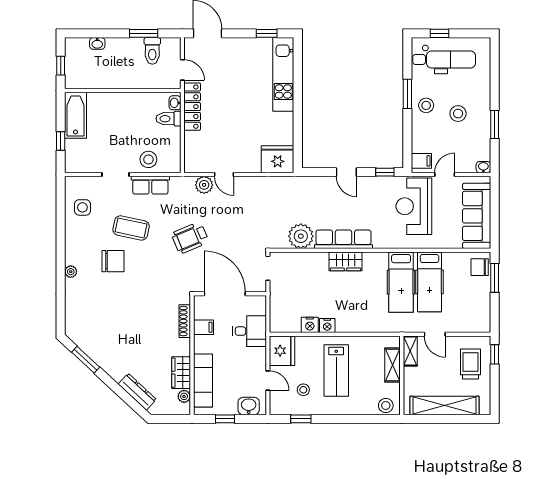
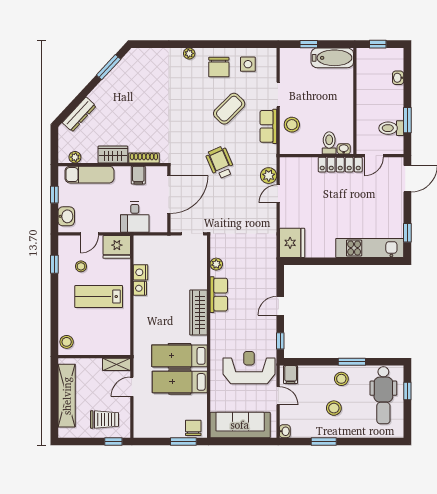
coffee table: (131, 228) -> (229, 109), turned 33
plant: (301, 236) -> (216, 264), width x0.53, depth x0.53
row of seats: (343, 239) -> (219, 295), width x0.68
chair: (113, 261) -> (219, 67), moved
wardrobe: (345, 261) -> (198, 313), width x1.50
shelving: (392, 365) -> (104, 348), removed
wardrobe: (181, 373) -> (113, 155), moved

